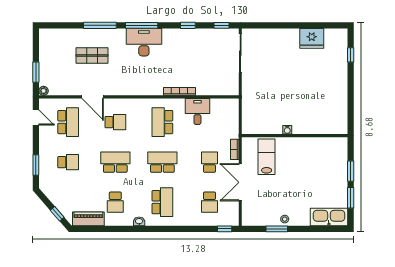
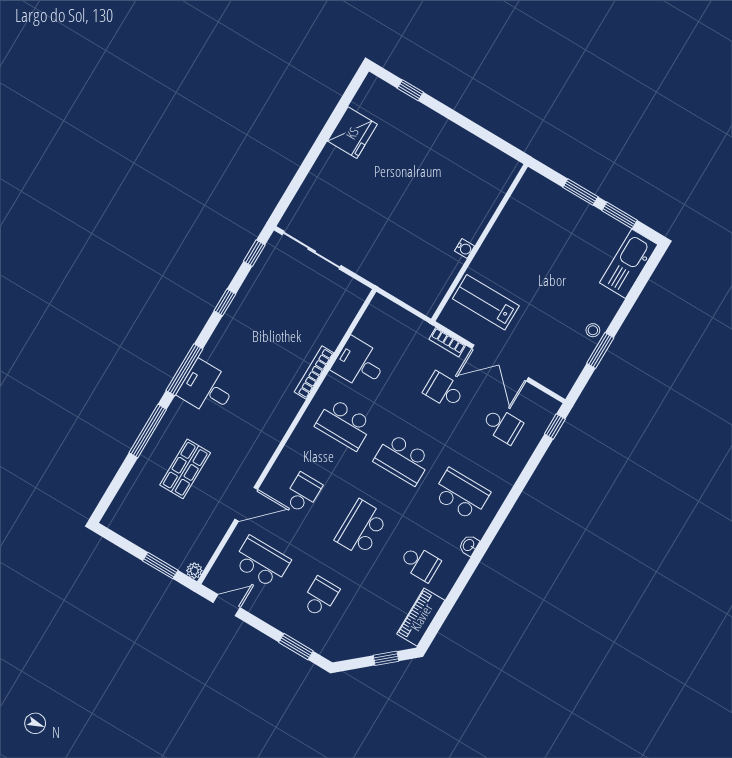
desk: (144, 42) -> (207, 388), width x0.73
school desk: (162, 162) -> (403, 459), turned -90

